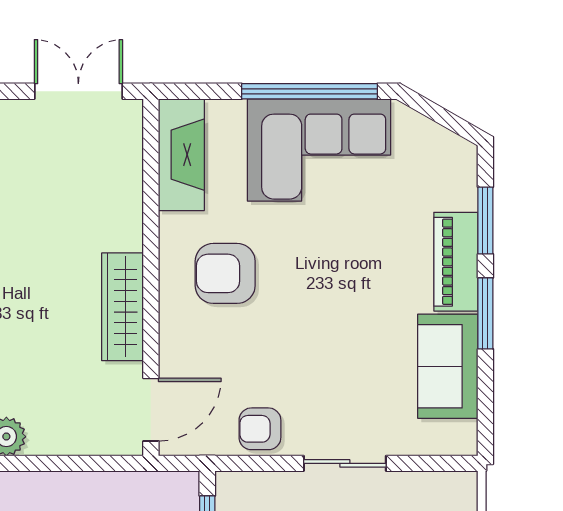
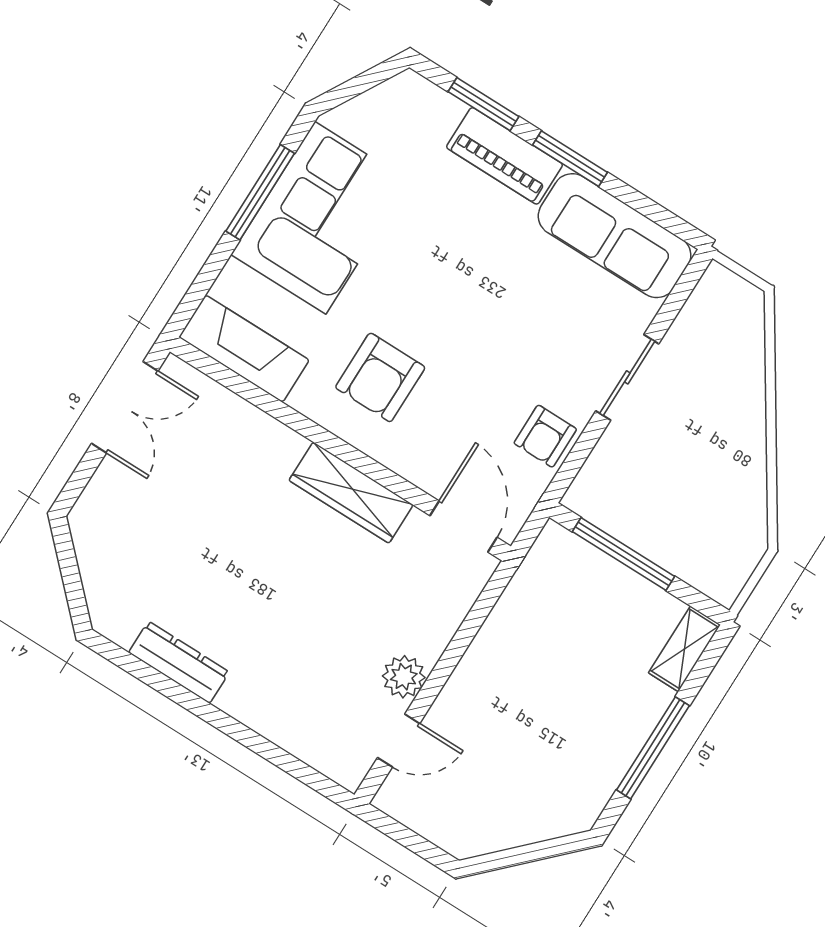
double door: (78, 91) -> (125, 407), swing flipped
window: (309, 91) -> (260, 192), width x0.68
sofa: (448, 366) -> (615, 236), width x1.36

